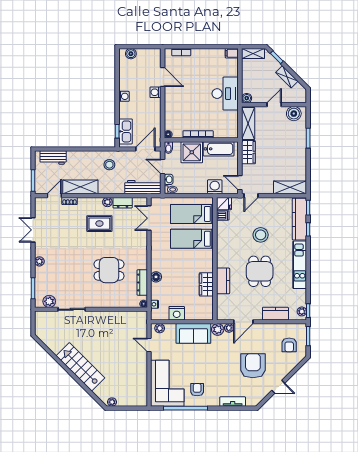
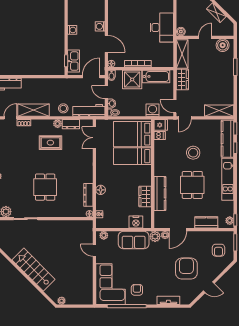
door: (163, 77) -> (106, 44), moved
stool: (109, 165) -> (63, 108), moved
bed: (192, 214) -> (132, 134), width x1.50
dining table: (109, 270) -> (45, 187), moved, turned 90
kitchen counter: (223, 281) -> (160, 193), width x1.50
nightstand: (177, 313) -> (136, 222), moved

